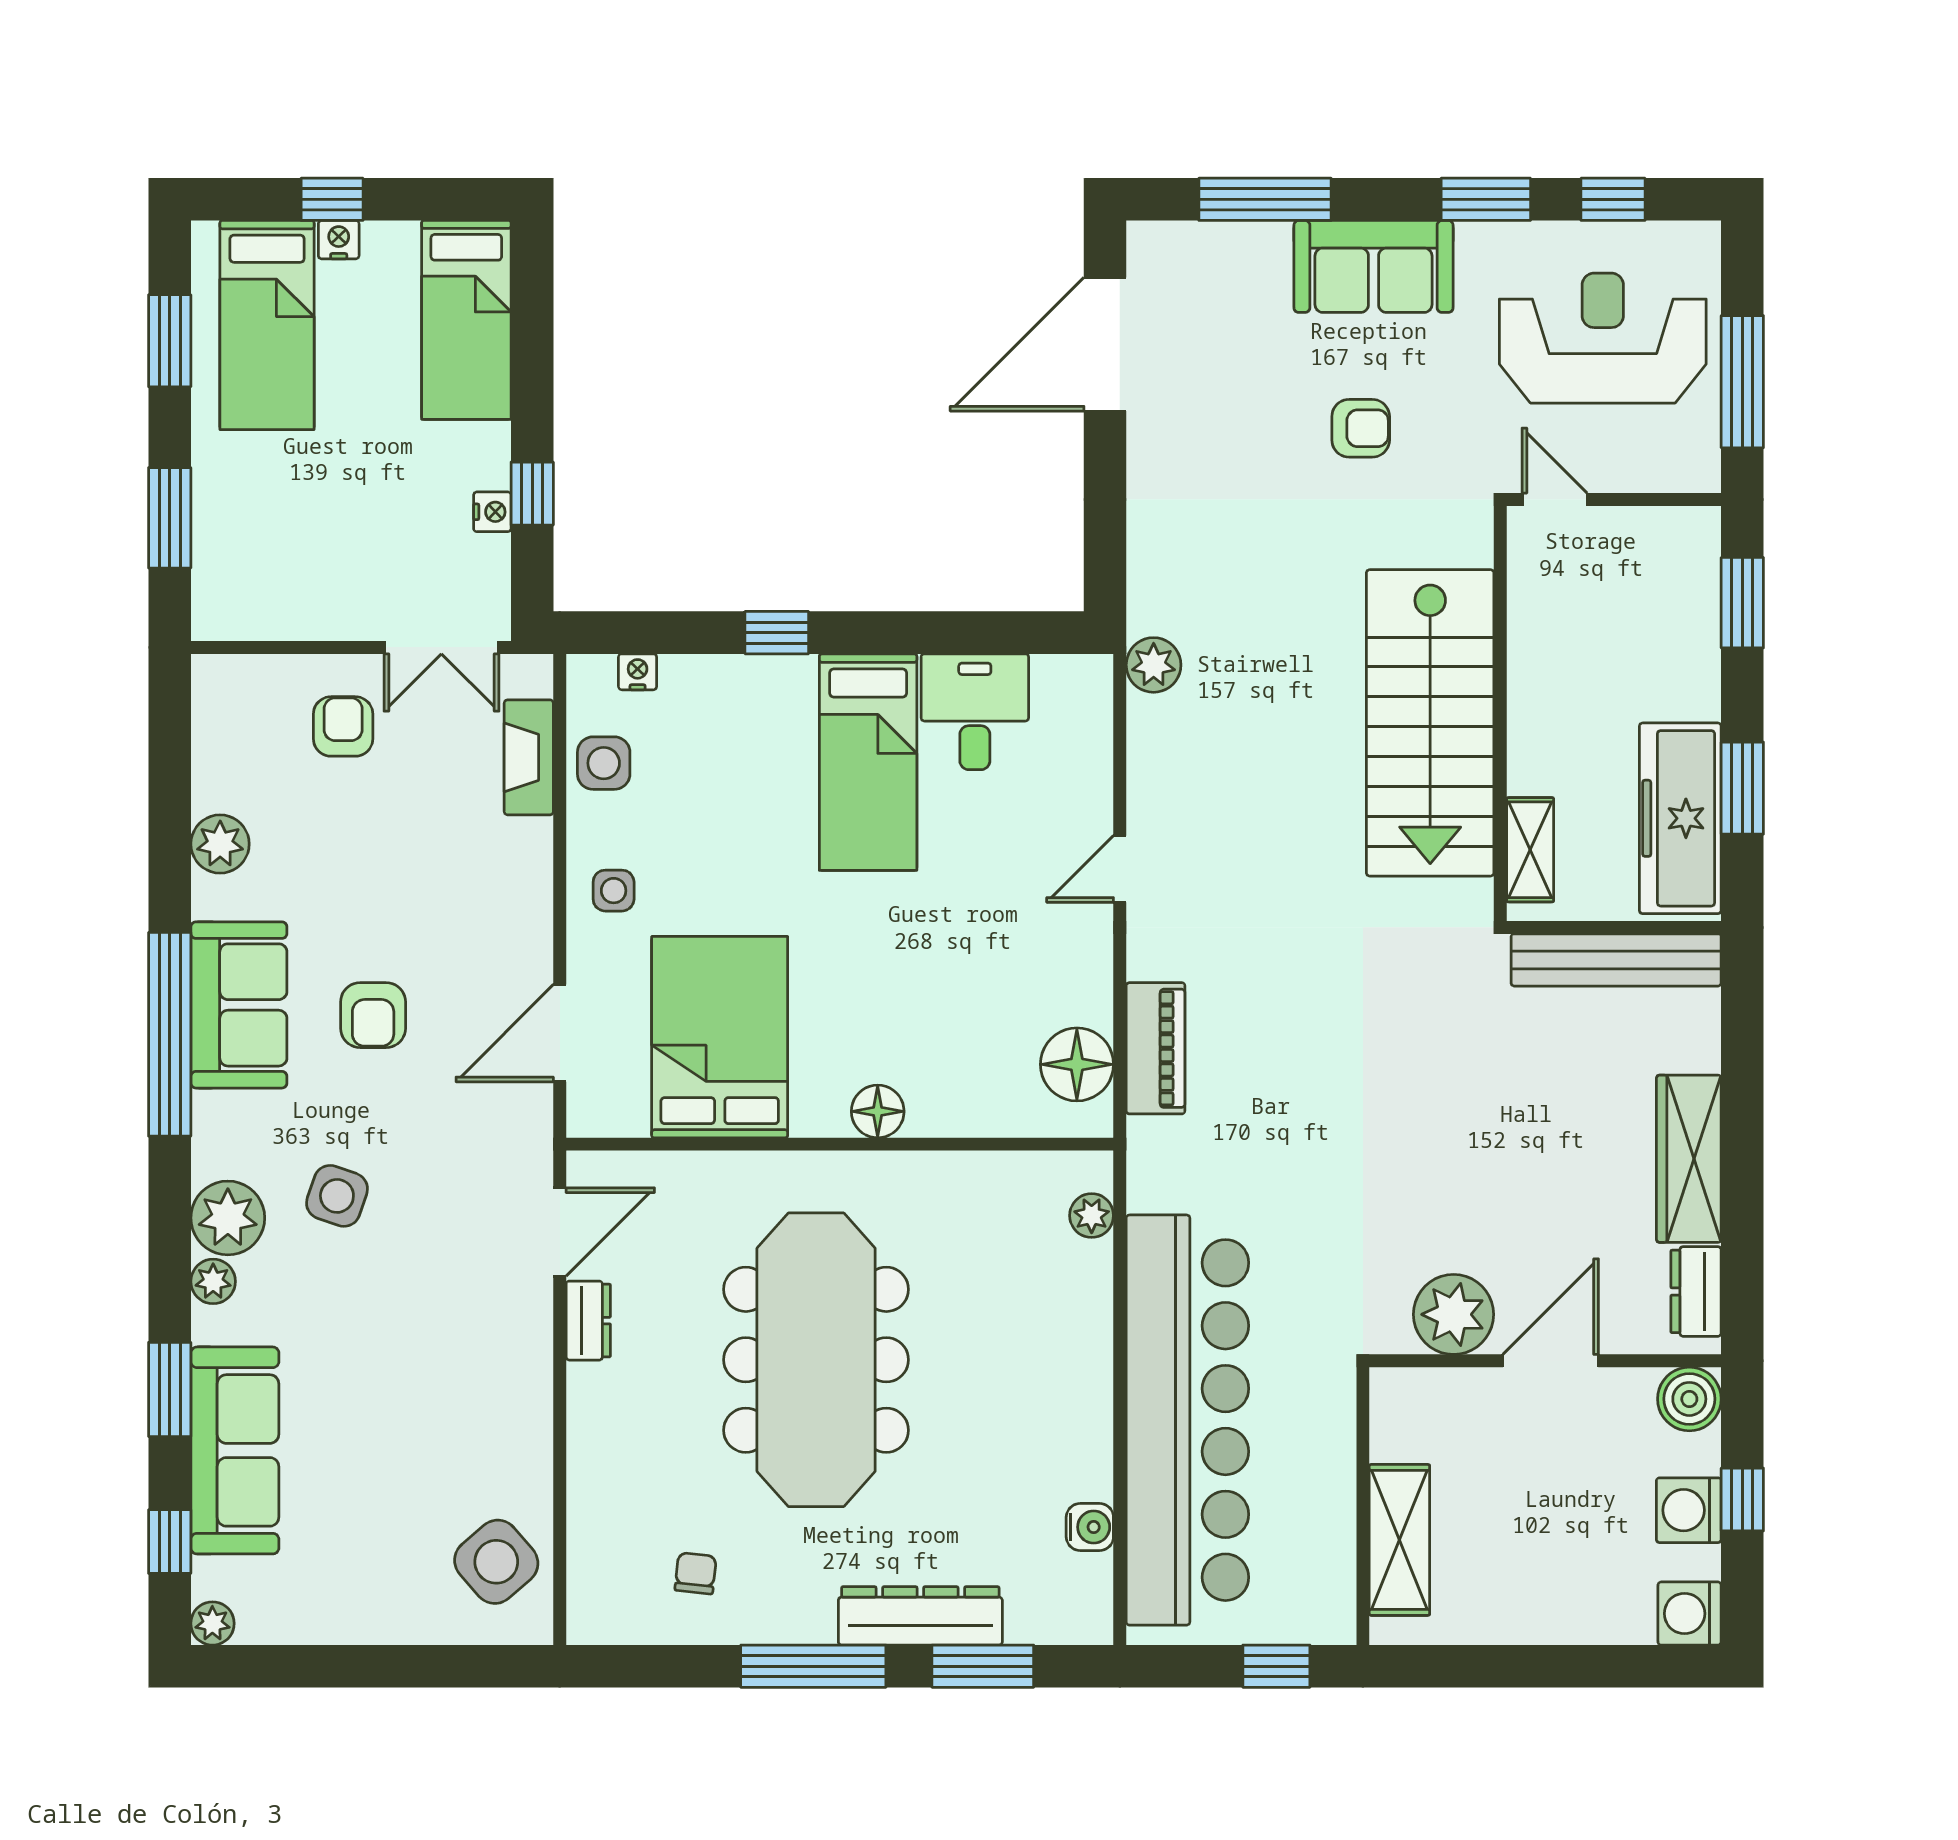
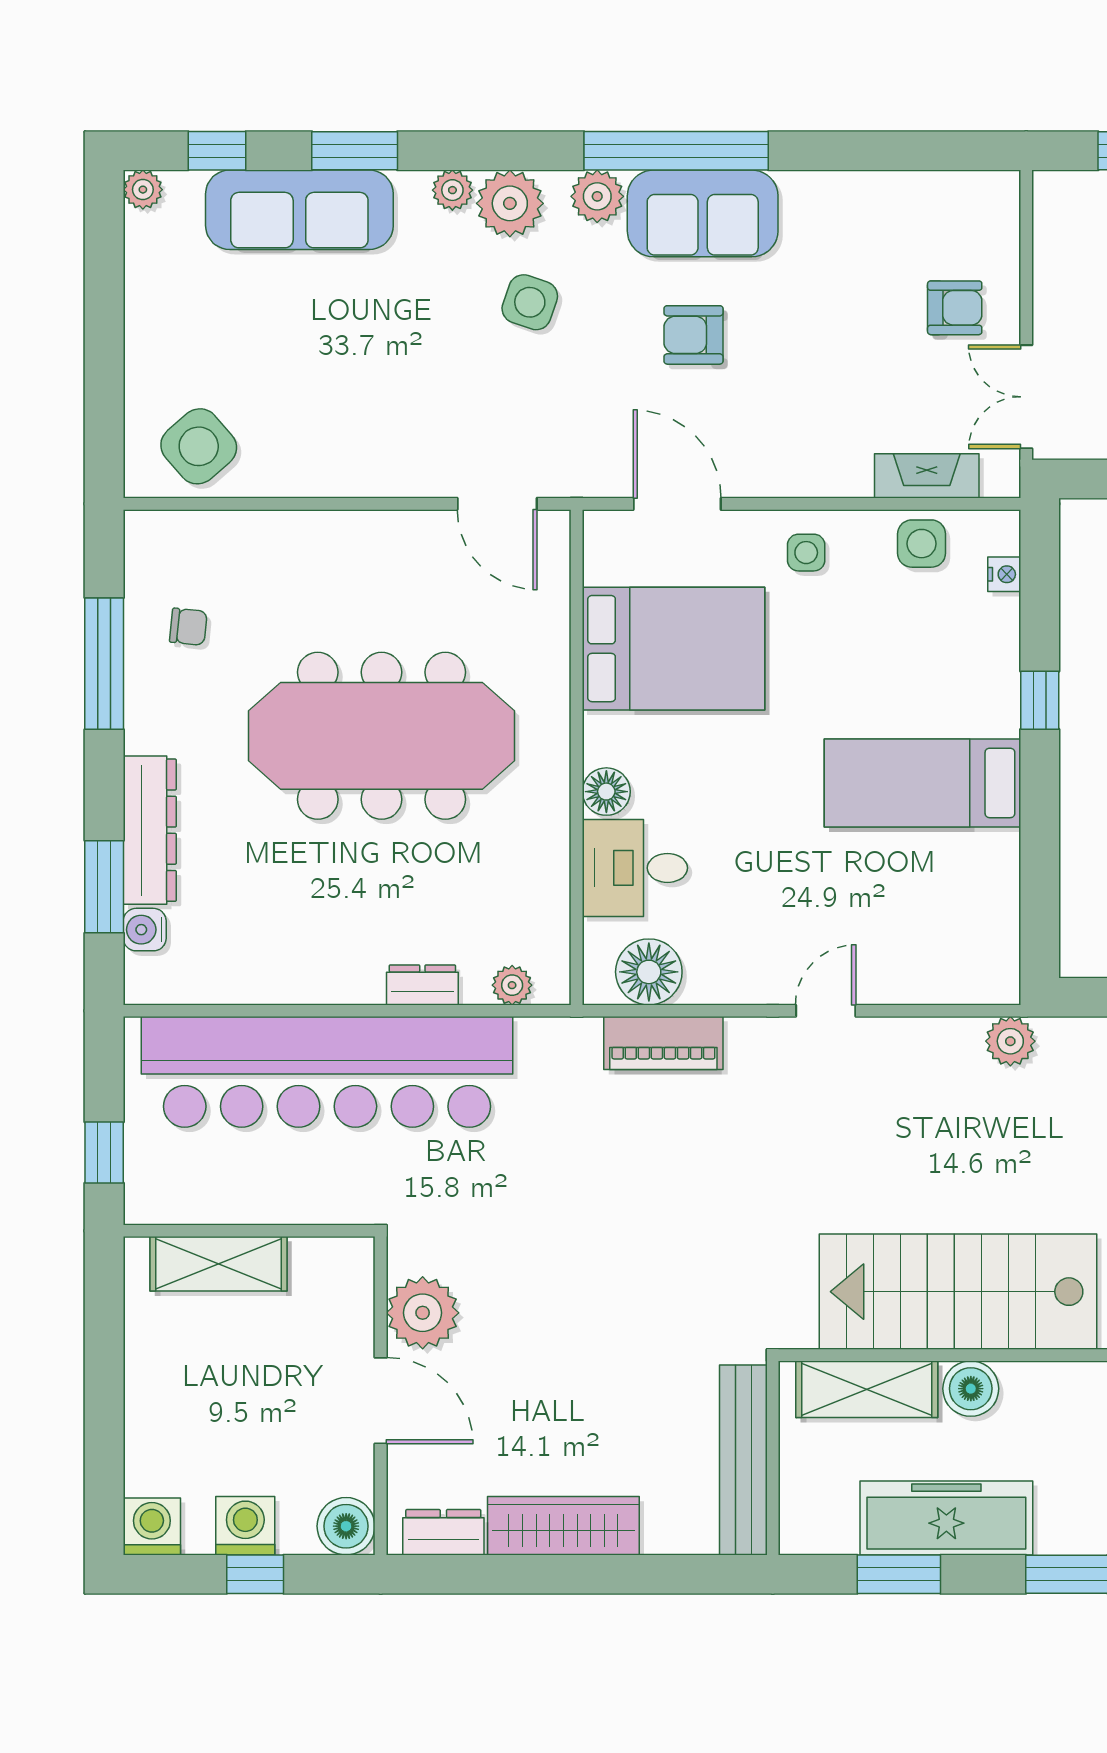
boiler: (1537, 709) -> (971, 1389), added
desk: (975, 712) -> (635, 868), moved, turned 180
freezer: (1680, 818) -> (946, 1518), moved
plant: (220, 844) -> (597, 196), moved
shelving: (1530, 850) -> (867, 1389), width x1.50, depth x1.33
door: (1120, 869) -> (826, 1011), hinge flipped
dresser: (588, 1321) -> (422, 985), moved, turned 180
water cooler: (1090, 1527) -> (145, 930), moved, turned 90
window: (813, 1666) -> (104, 664), moved

